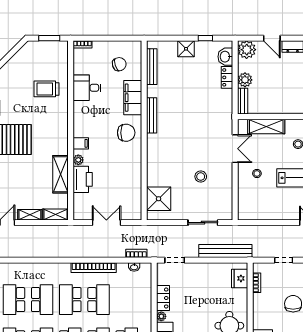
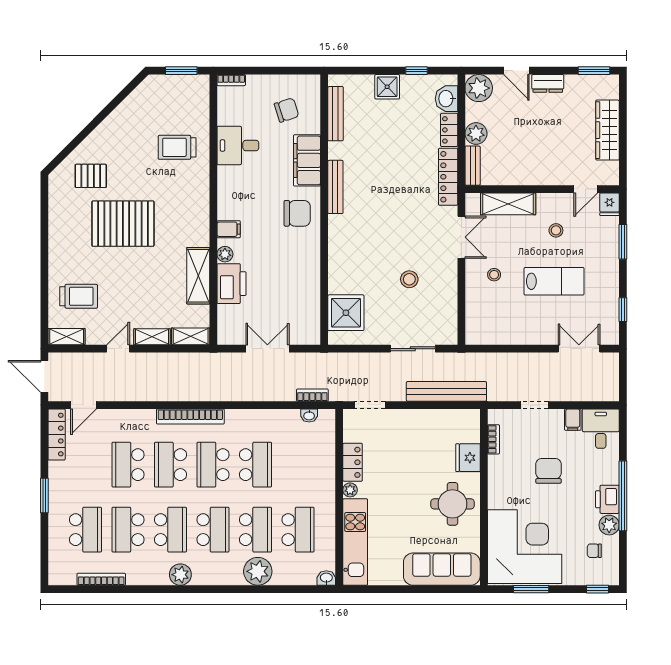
locker: (226, 108) -> (448, 177), added
bookcase: (94, 268) -> (190, 417), moved
fridge: (240, 278) -> (468, 458), moved
school desk: (42, 300) -> (170, 465), turned 180

